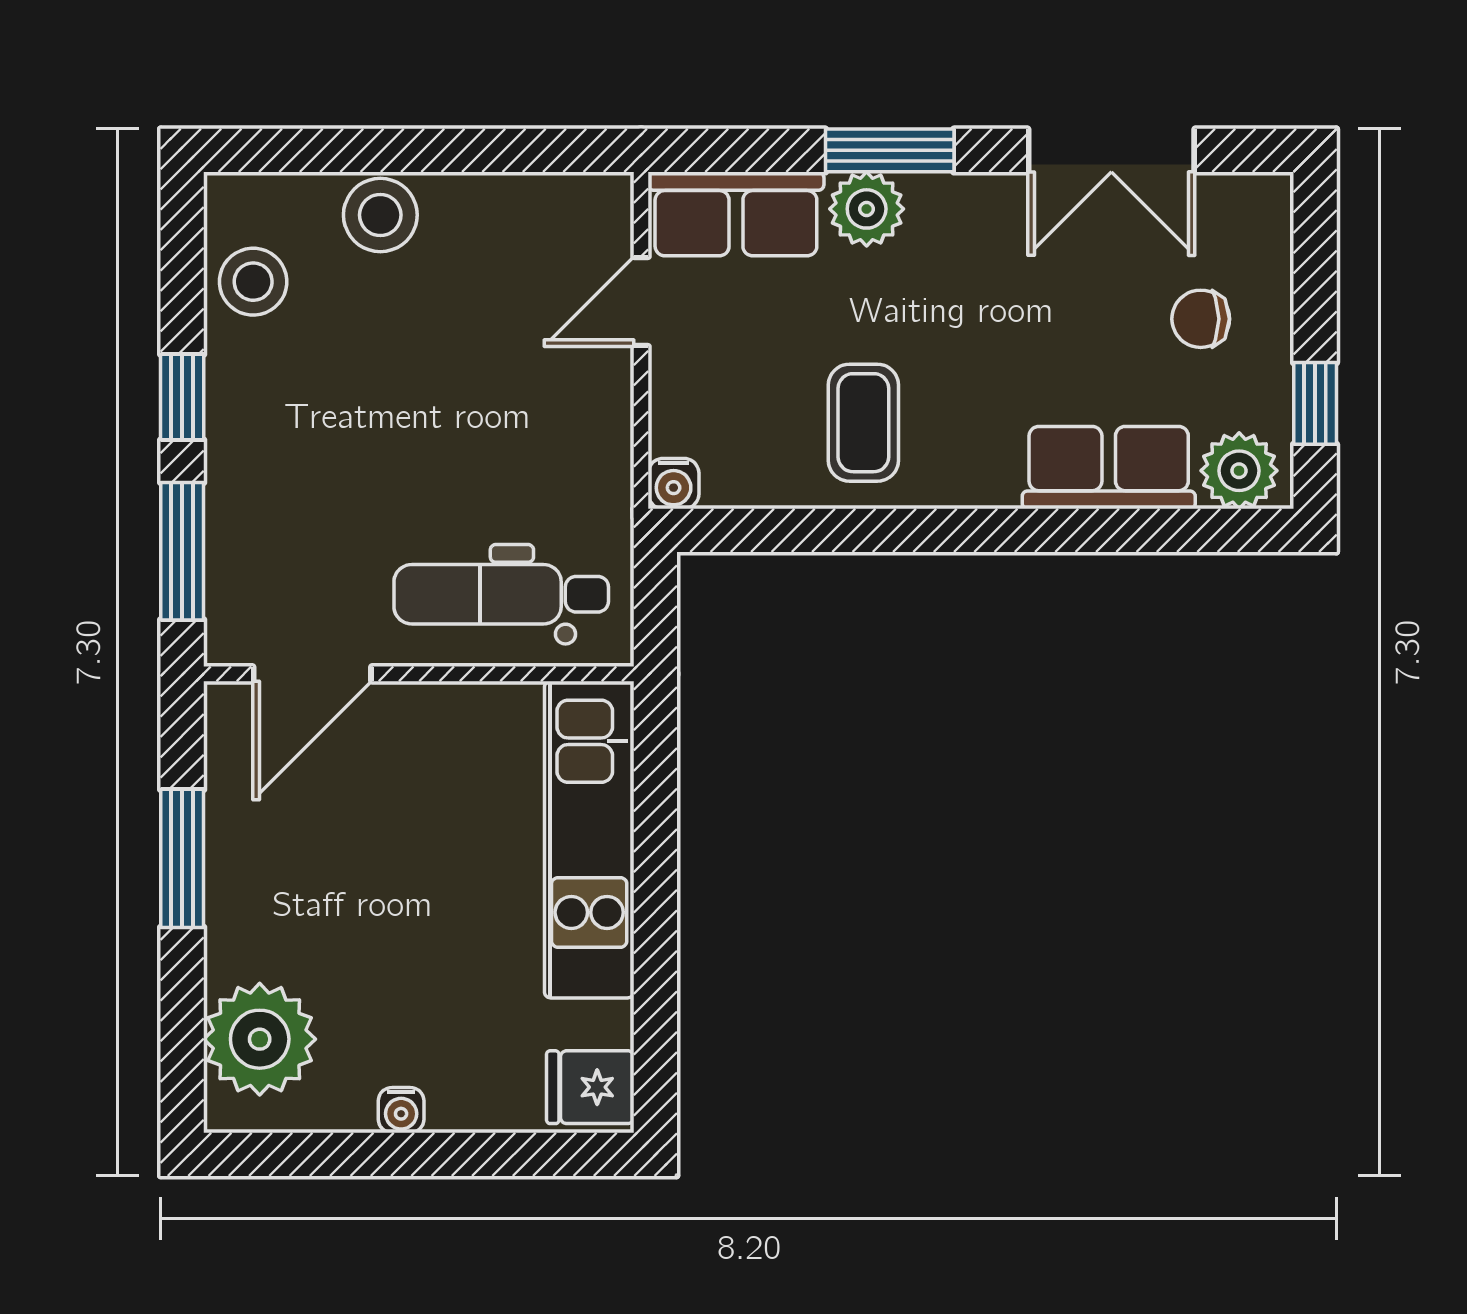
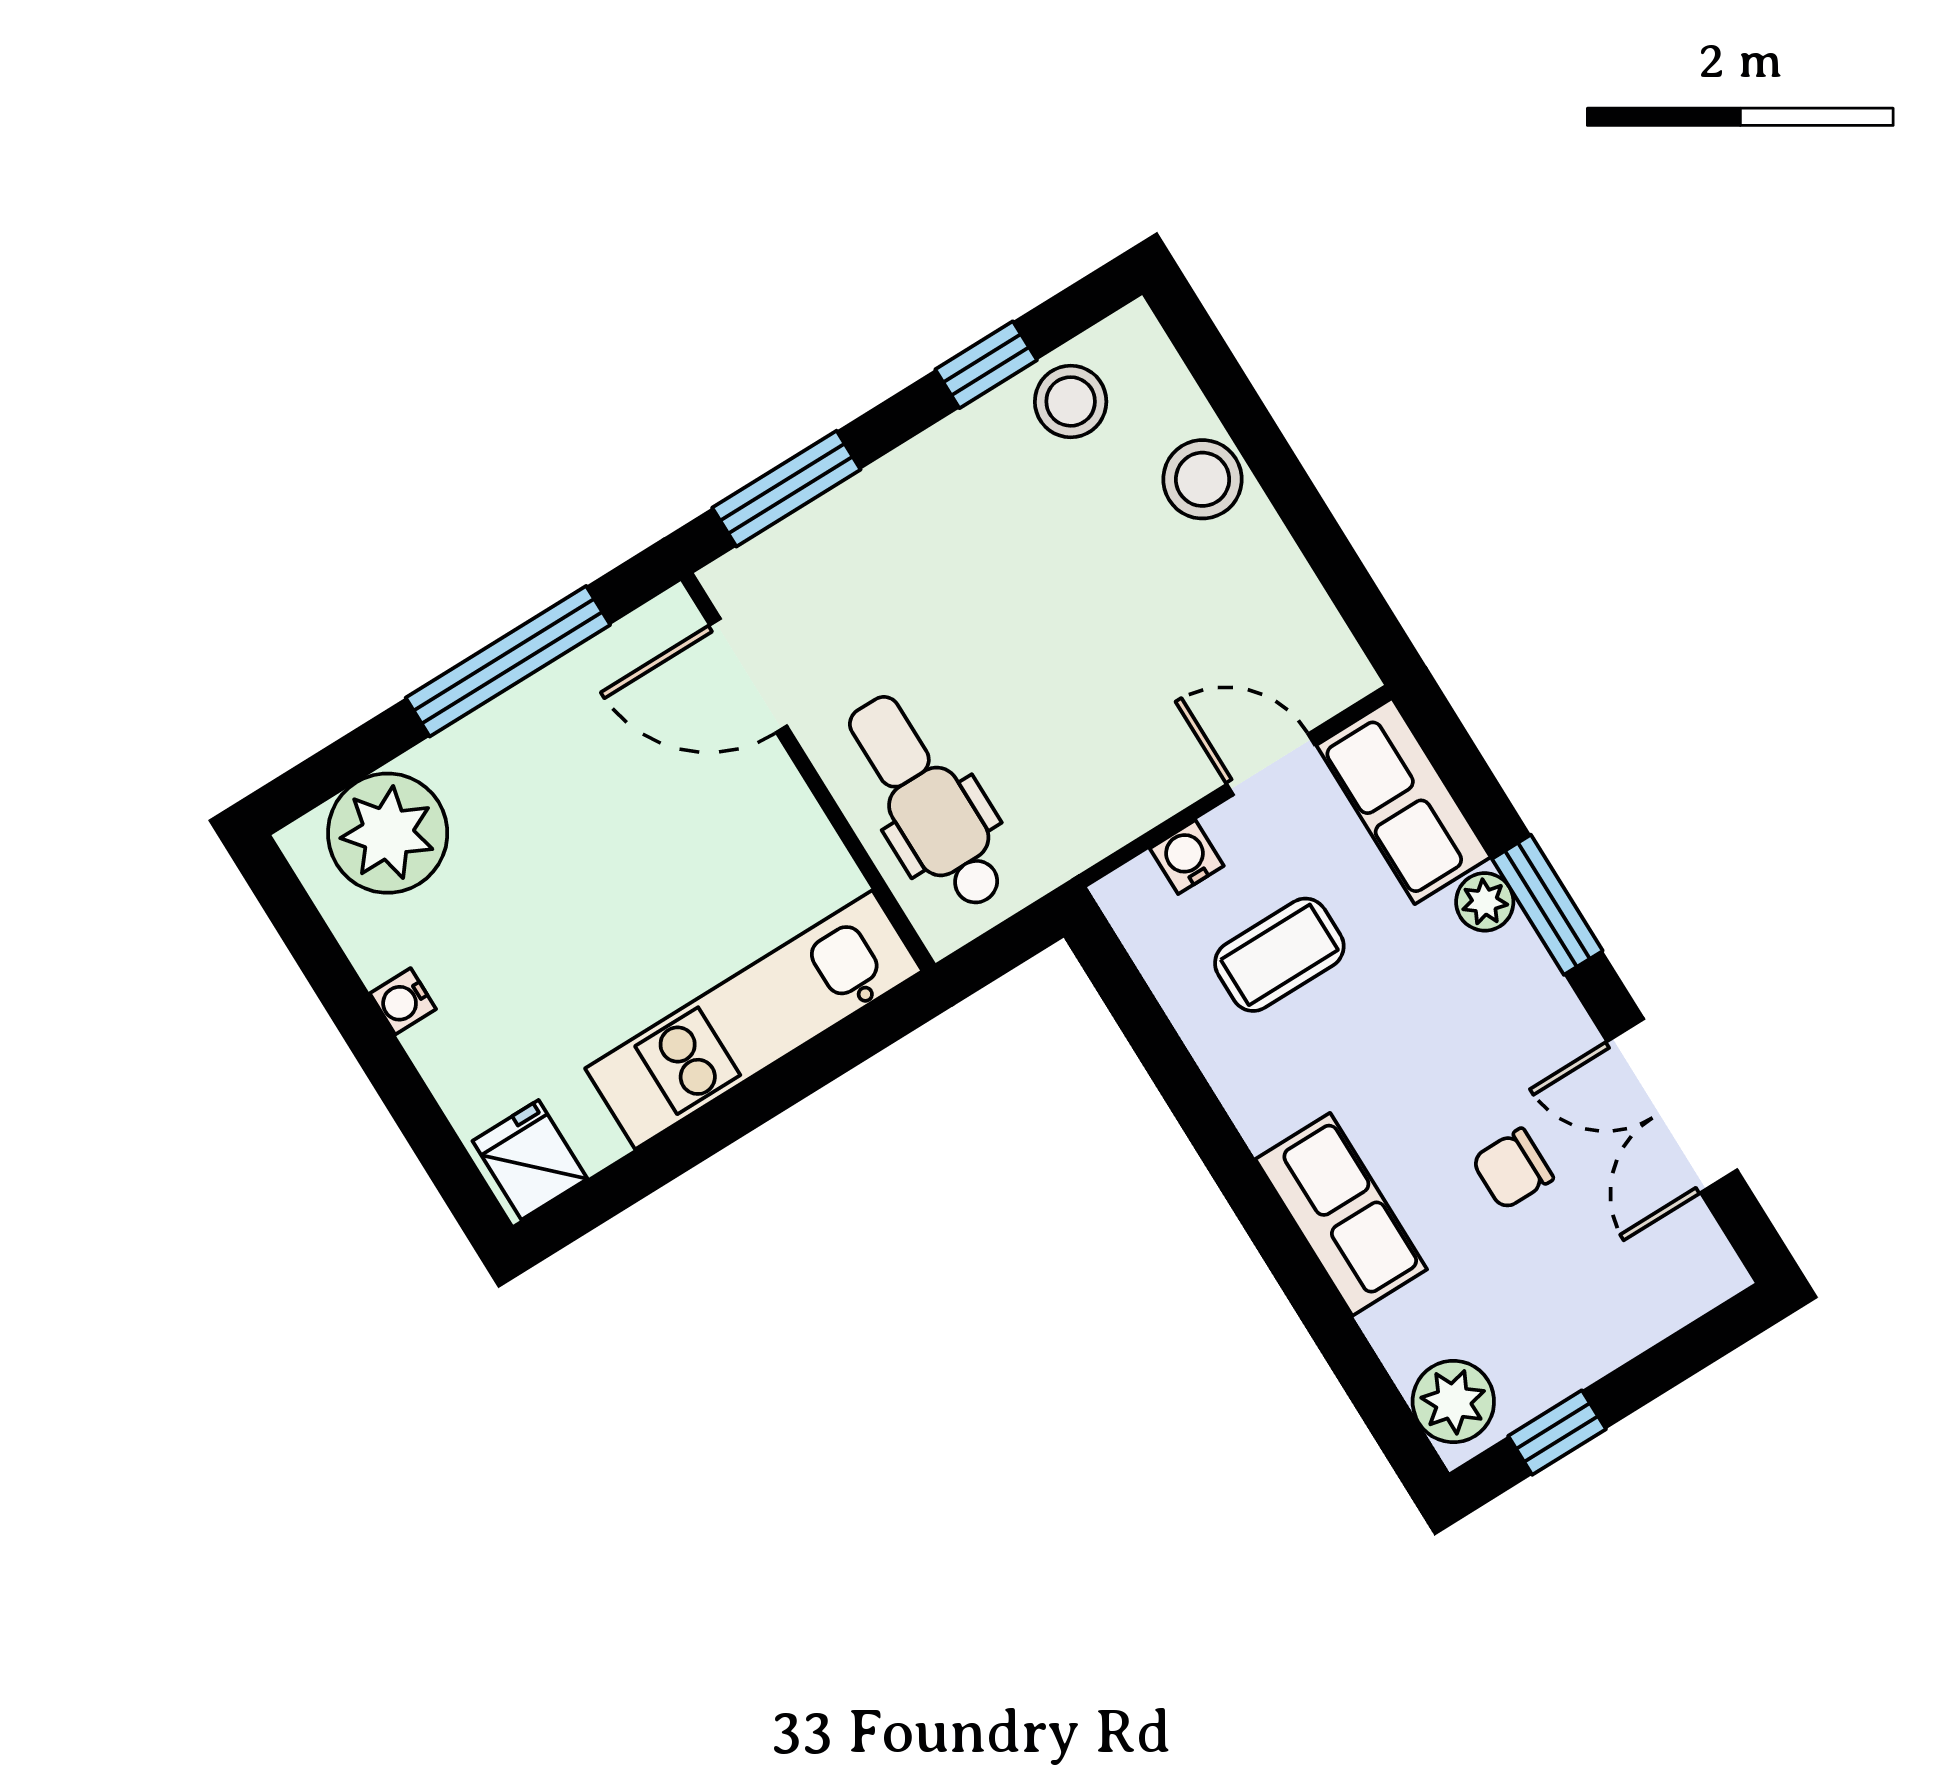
plant: (867, 209) -> (1485, 902), width x0.73, depth x0.73
chair: (1201, 319) -> (1512, 1169), moved, turned -90
window: (182, 397) -> (986, 365), moved
coffee table: (863, 423) -> (1279, 955), moved
row of seats: (1109, 468) -> (1341, 1214), moved
water cooler: (674, 484) -> (1187, 857), moved, turned 90
window: (182, 858) -> (508, 661), width x1.44

